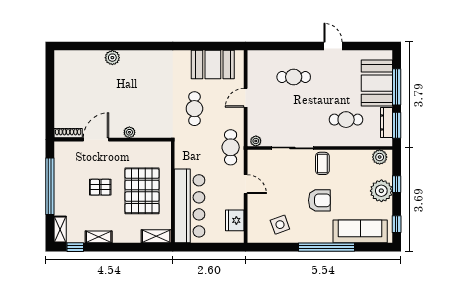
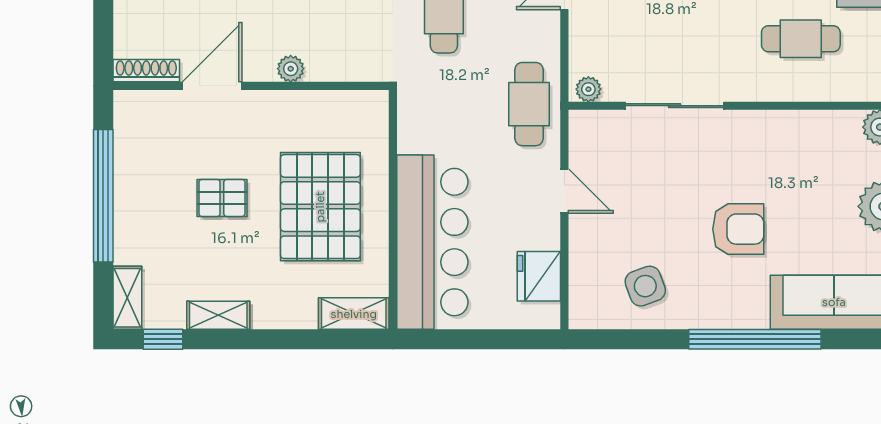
coffee table: (322, 163) -> (745, 142), removed

